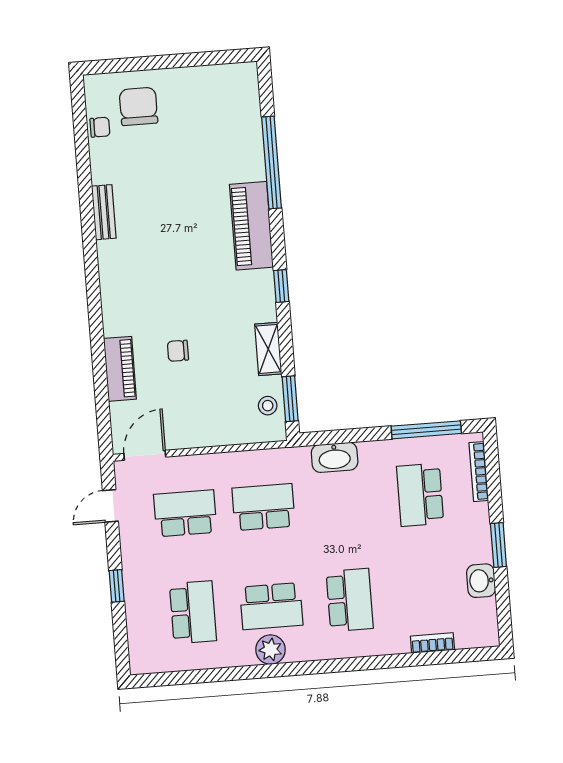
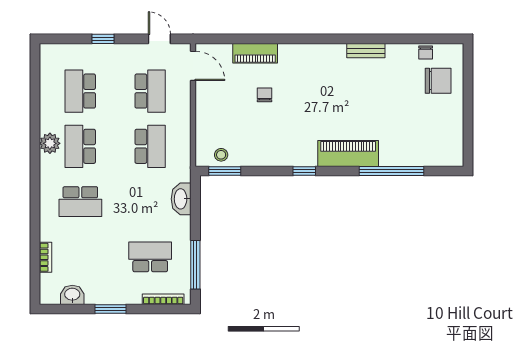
shelving: (268, 349) -> (261, 158), removed
washbasin: (481, 581) -> (72, 295), moved
school desk: (193, 612) -> (80, 91), turned 90

